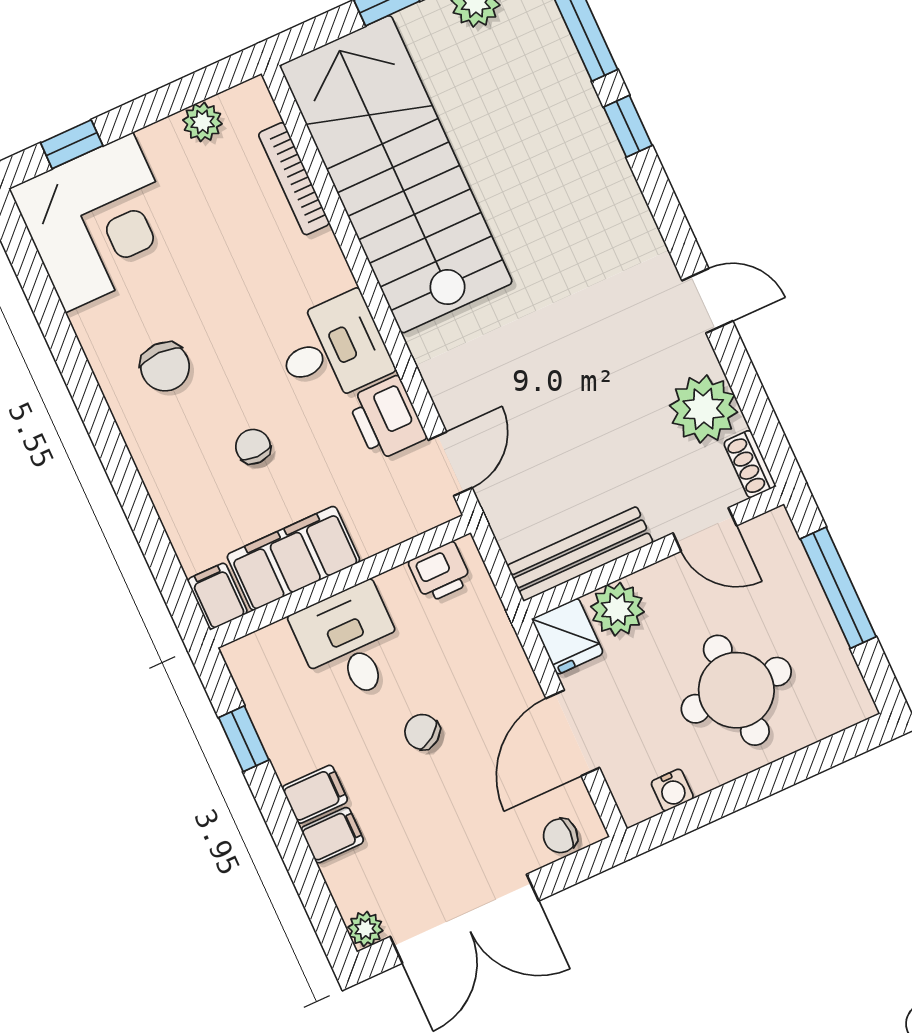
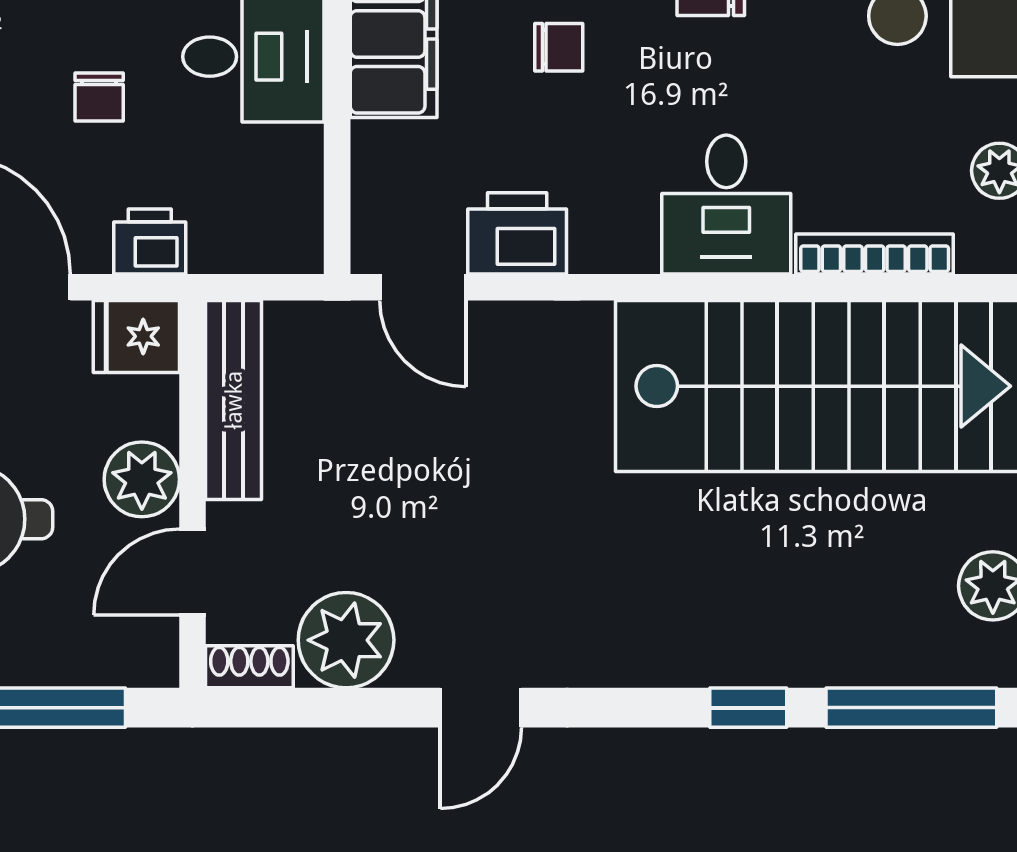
desk: (333, 349) -> (726, 205), moved
printer: (440, 572) -> (150, 241), moved, turned 90
plant: (617, 609) -> (142, 479), moved
chair: (422, 732) -> (99, 97), turned 126

